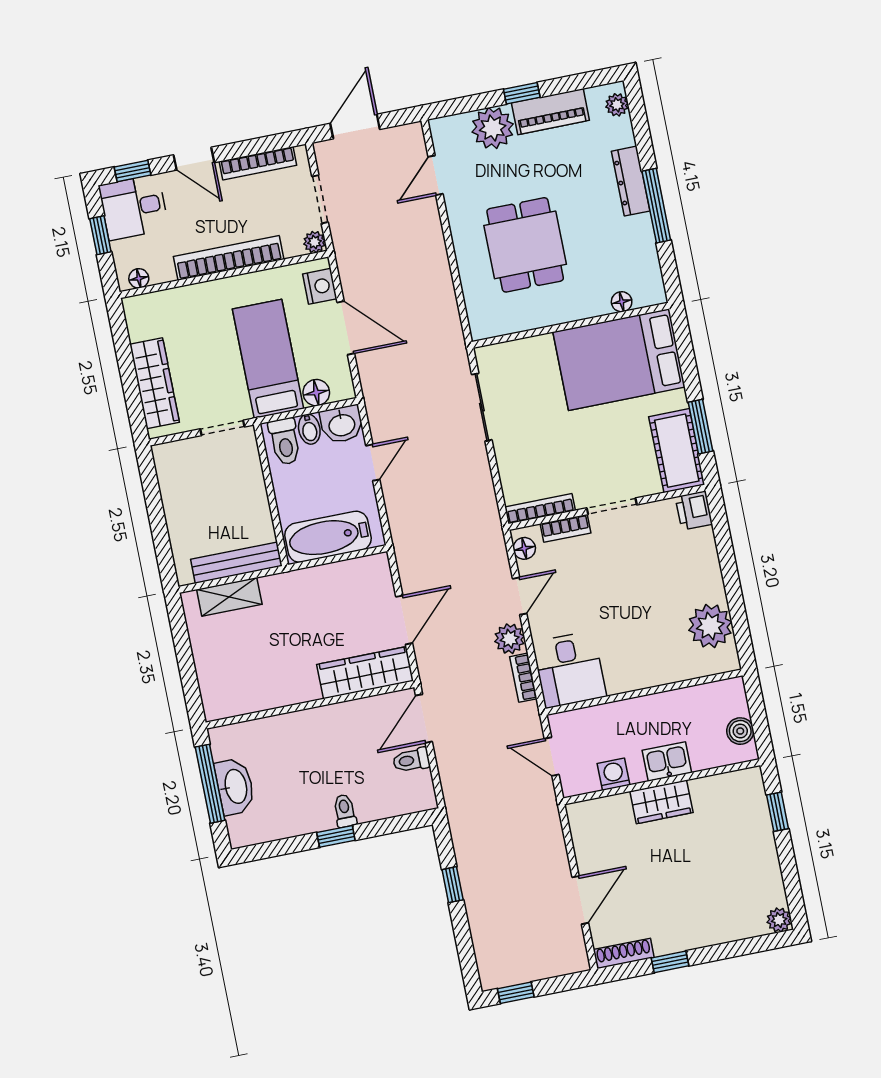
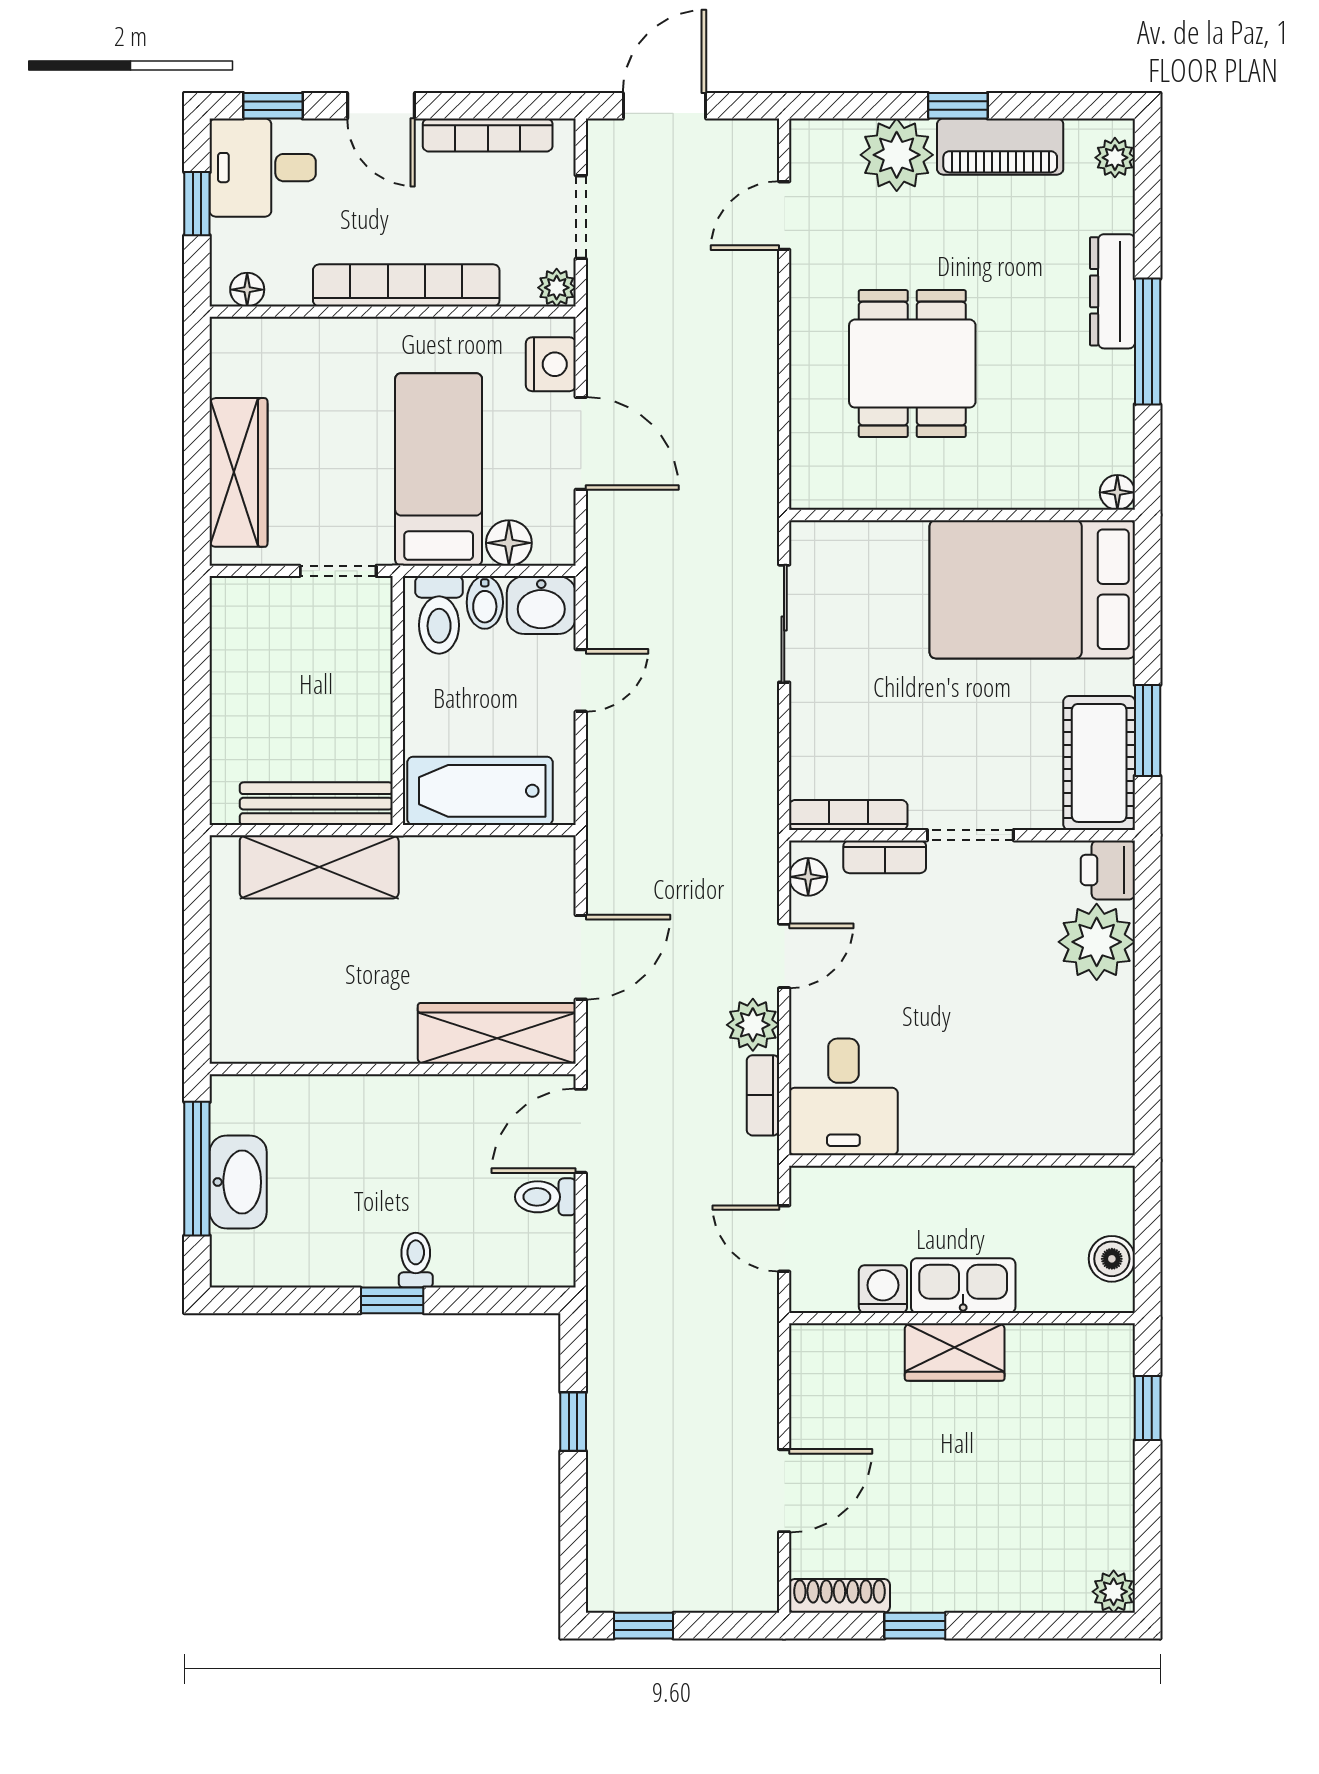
floor lamp: (622, 302) -> (1117, 492), moved
shelving: (229, 597) -> (319, 867), width x1.50, depth x1.33
plant: (710, 626) -> (1097, 942), moved
kitchen sink: (667, 761) -> (963, 1286), width x1.38

